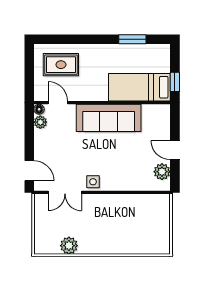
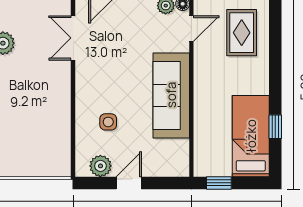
window: (132, 39) -> (275, 127), width x0.67
bed: (139, 87) -> (251, 136), moved
side table: (93, 182) -> (108, 122), moved

